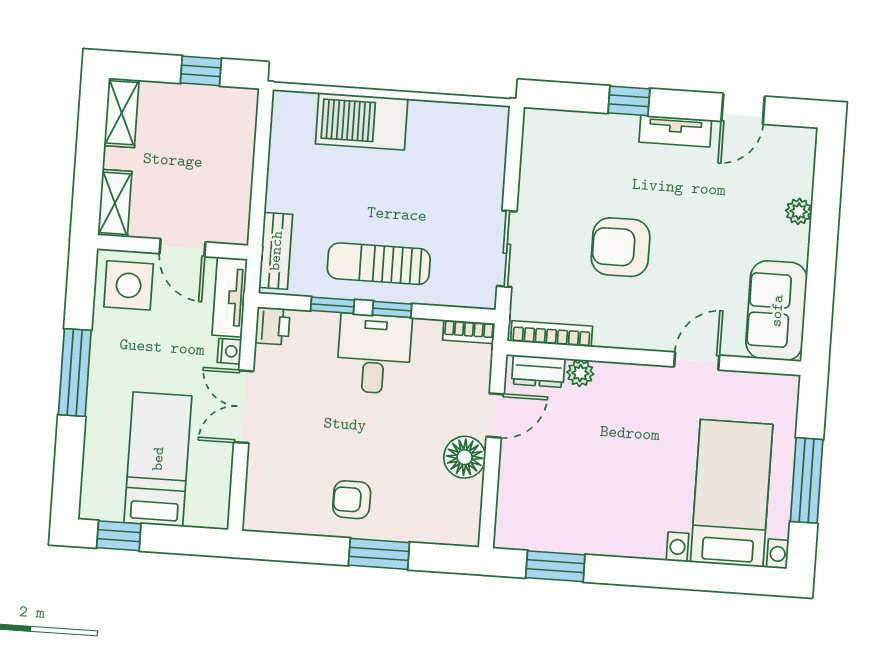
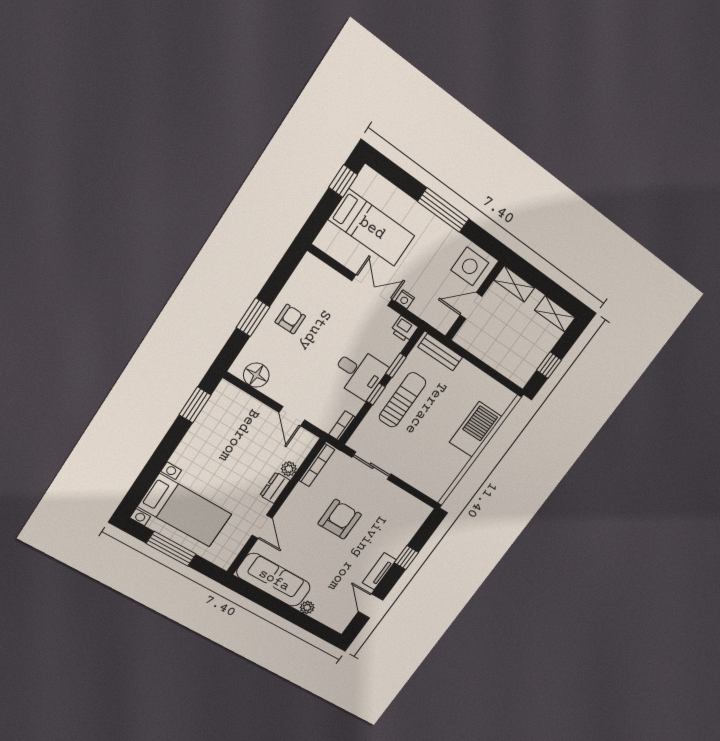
tv unit: (230, 297) -> (432, 316), removed
sofa: (777, 311) -> (274, 580), width x1.36
dresser: (538, 371) -> (275, 488), moved
floor lamp: (465, 457) -> (256, 375), moved

